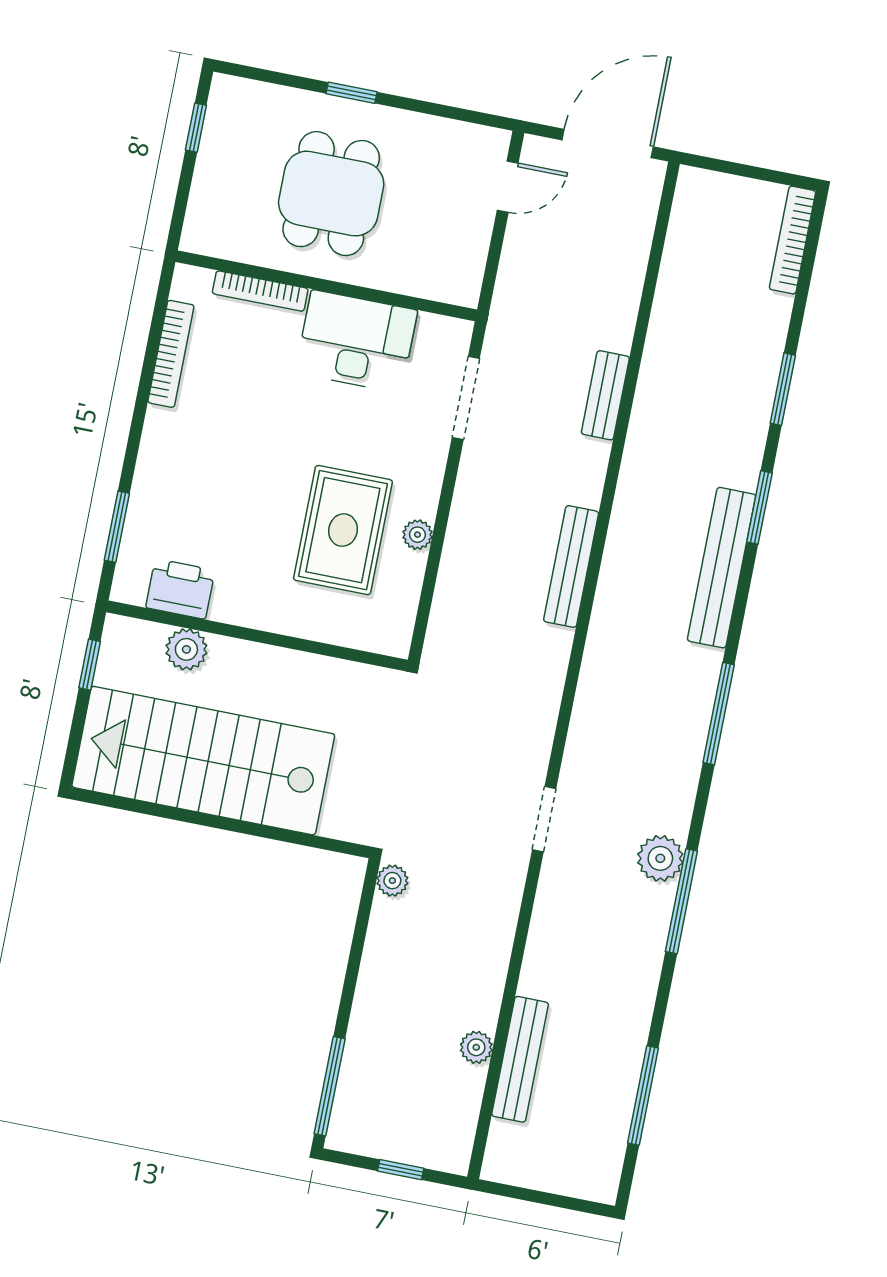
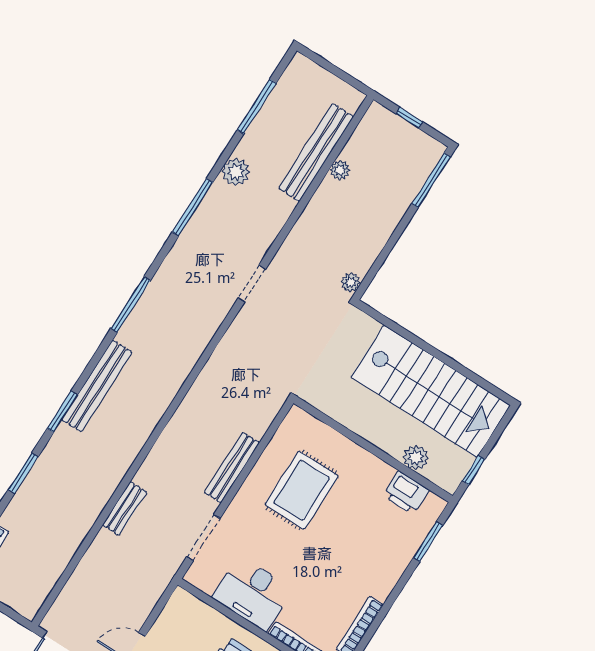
plant: (417, 535) -> (261, 471), removed
bench: (571, 567) -> (232, 468), moved
plant: (660, 858) -> (236, 172), moved
bench: (520, 1059) -> (316, 153), width x1.37, depth x1.21

